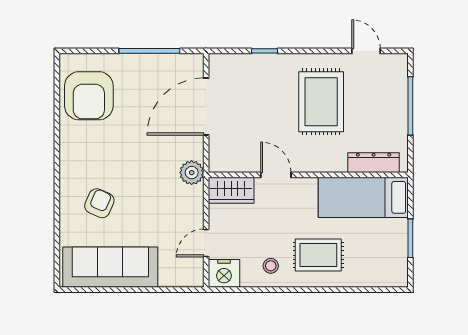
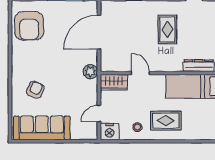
rug: (321, 102) -> (167, 29), width x0.73, depth x0.70

